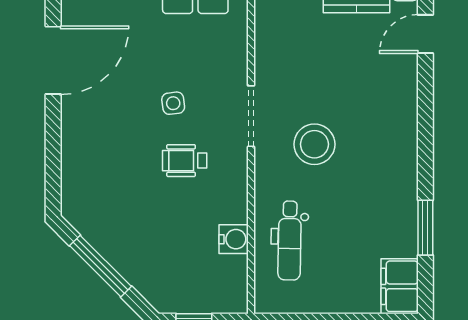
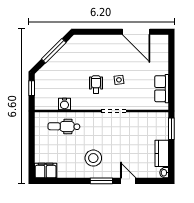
door: (425, 34) -> (128, 181), moved
stool: (314, 144) -> (93, 158), moved
window: (425, 228) -> (101, 181), moved

